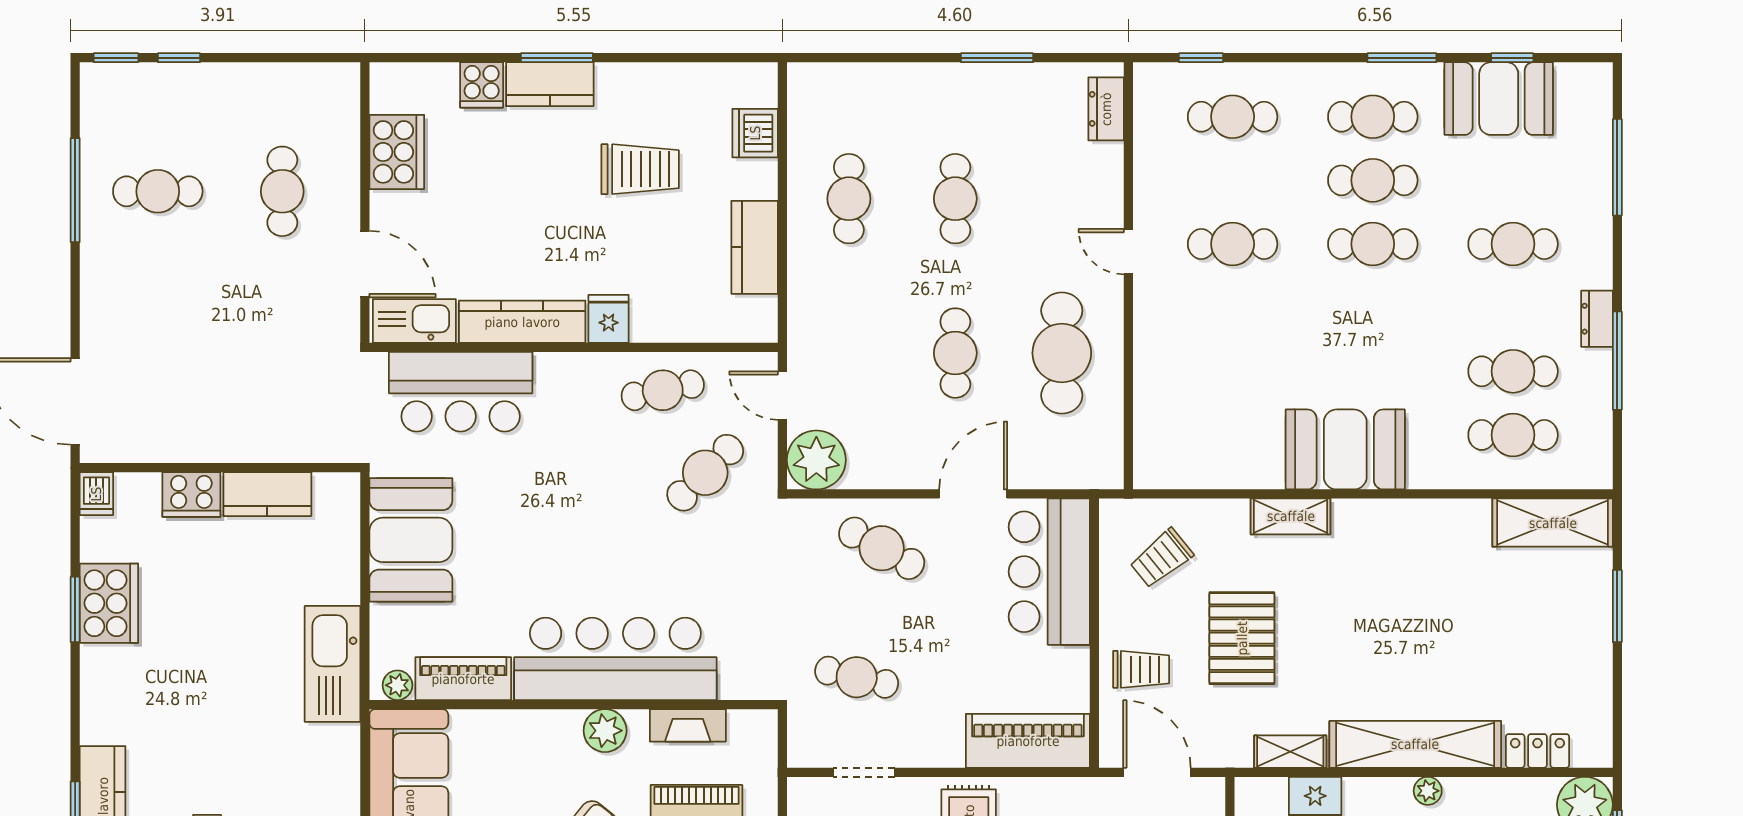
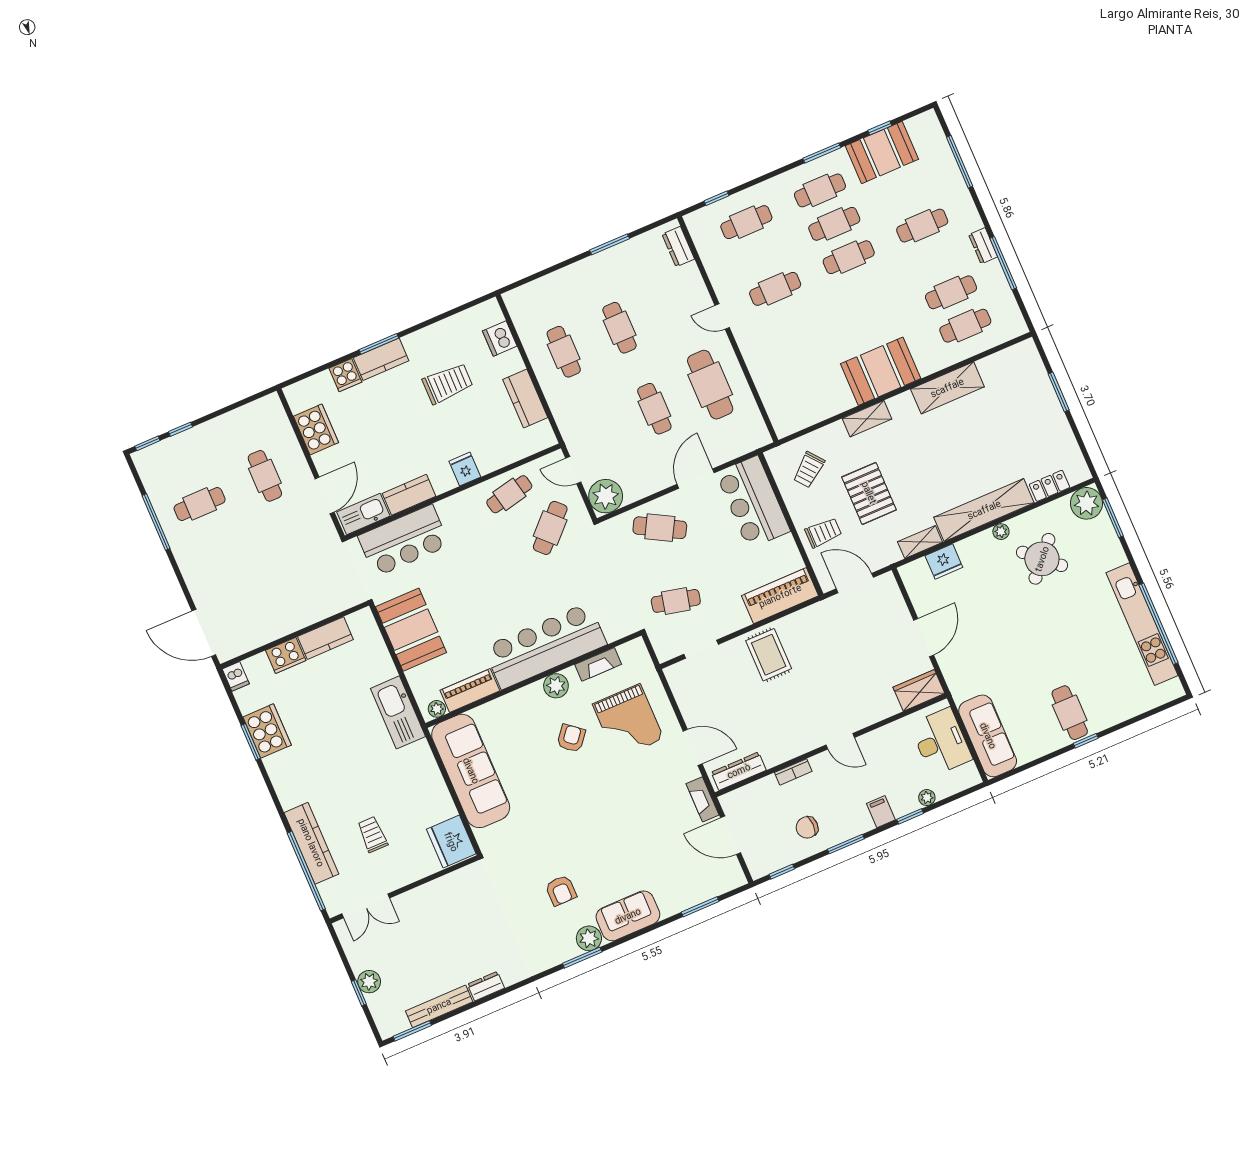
door: (365, 264) -> (325, 495), hinge flipped
kitchen counter: (522, 322) -> (409, 495), width x0.67
shelving: (1553, 523) -> (947, 388), moved

